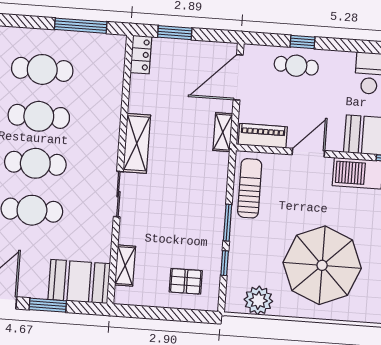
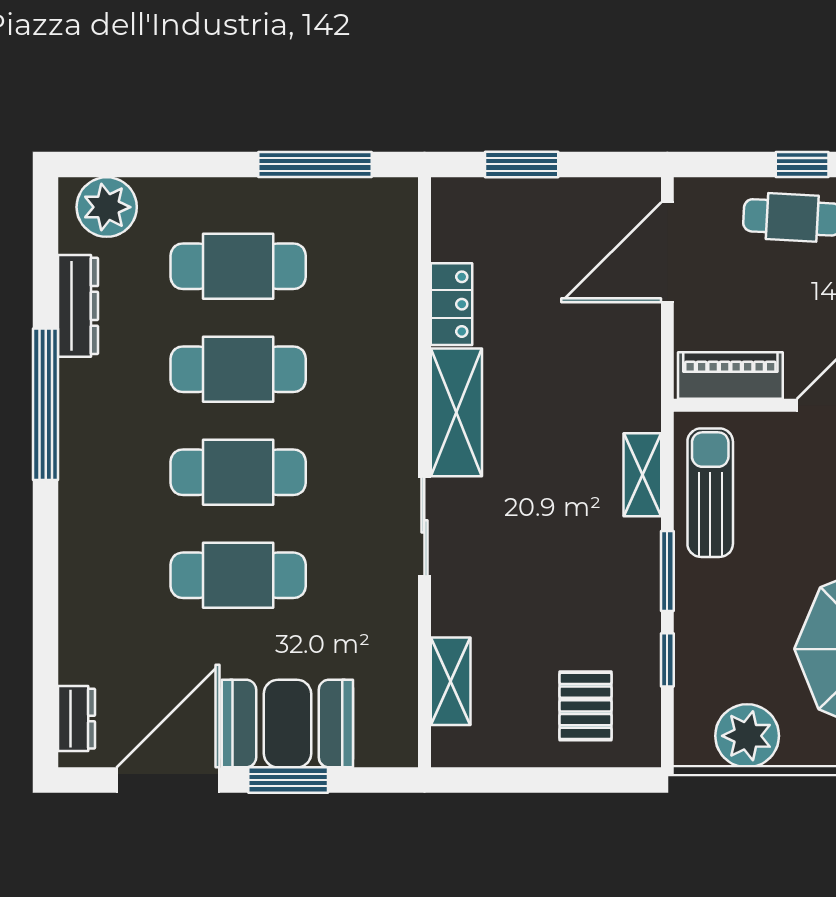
locker: (141, 55) -> (451, 304), moved
shelving: (223, 132) -> (642, 475), moved
pallet: (186, 281) -> (585, 706), turned 90
booth: (79, 282) -> (287, 724), moved

